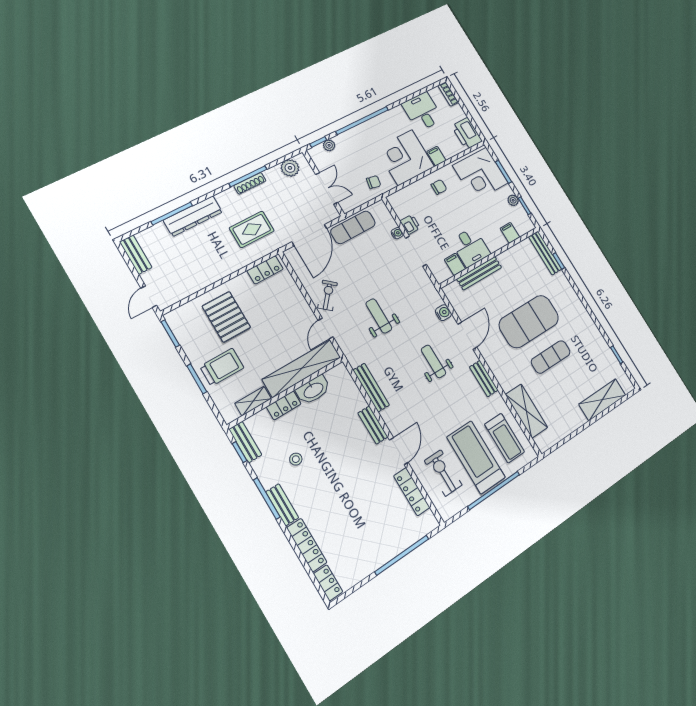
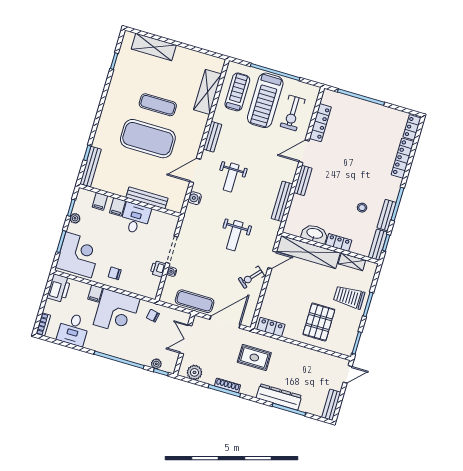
filing cabinet: (455, 264) -> (118, 207), moved
bench: (282, 505) -> (387, 215), moved

